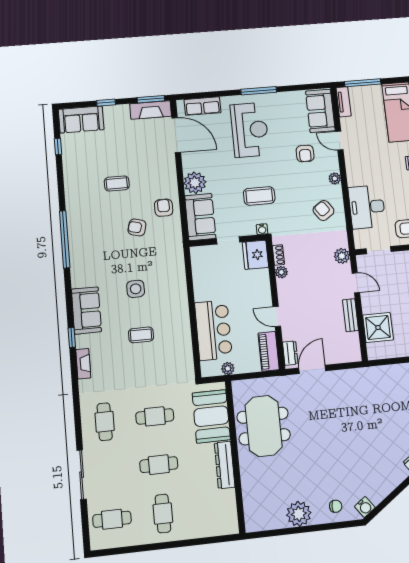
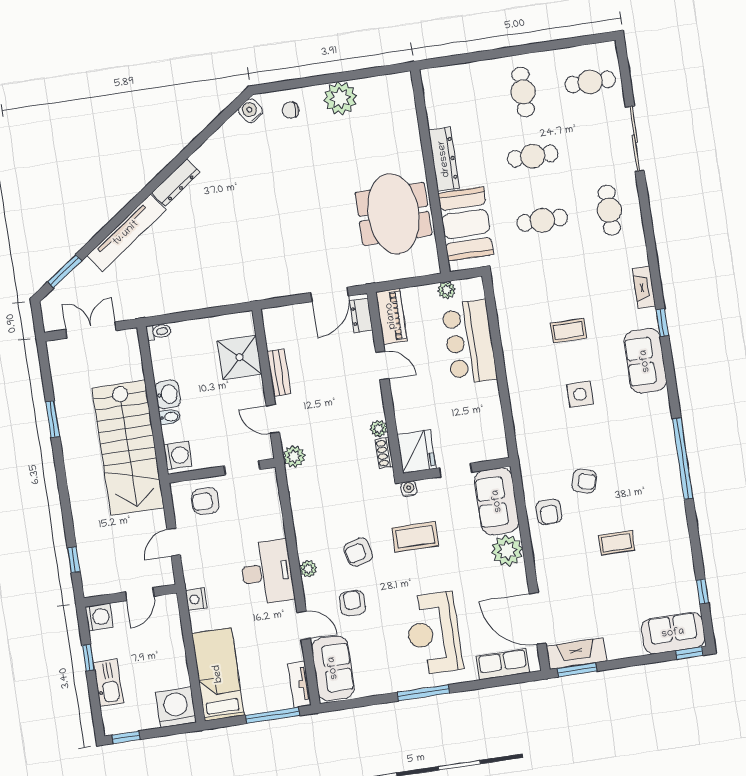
window: (106, 103) -> (689, 653), moved
desk: (367, 207) -> (267, 572), moved
armchair: (323, 210) -> (358, 552), moved, turned 111

